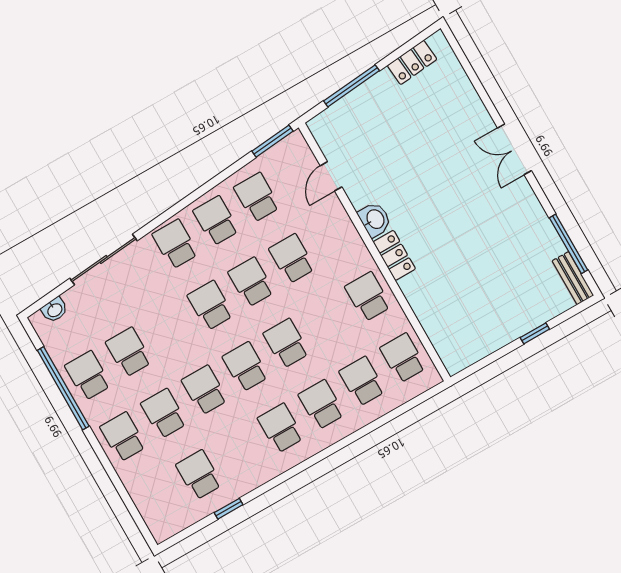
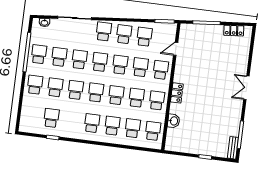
washbasin: (375, 219) -> (174, 121), moved
school desk: (333, 235) -> (161, 70), added
school desk: (327, 320) -> (136, 98), added
school desk: (170, 329) -> (79, 59), added

